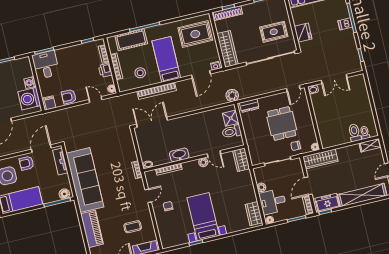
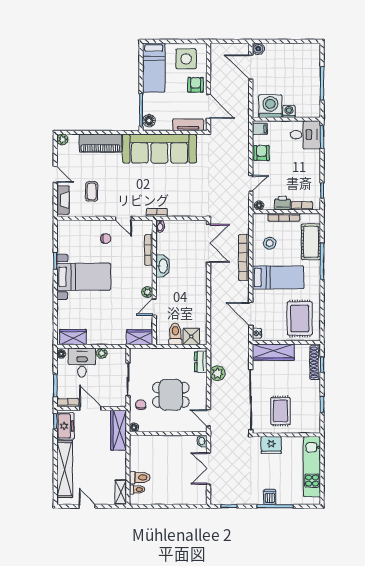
plant: (232, 95) -> (217, 373), moved

